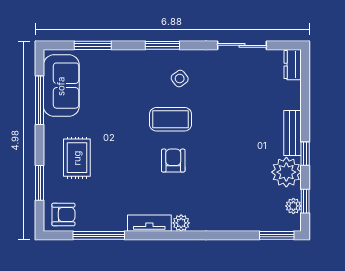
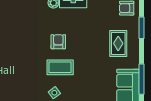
armchair: (173, 161) -> (58, 42), turned 180

